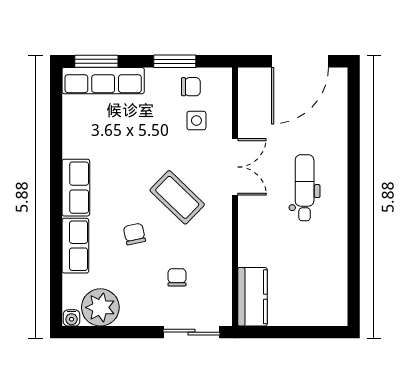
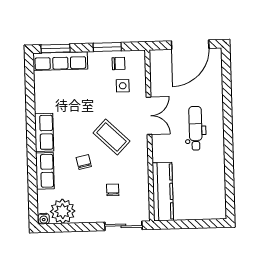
kitchen counter: (253, 297) -> (163, 192), width x1.50

